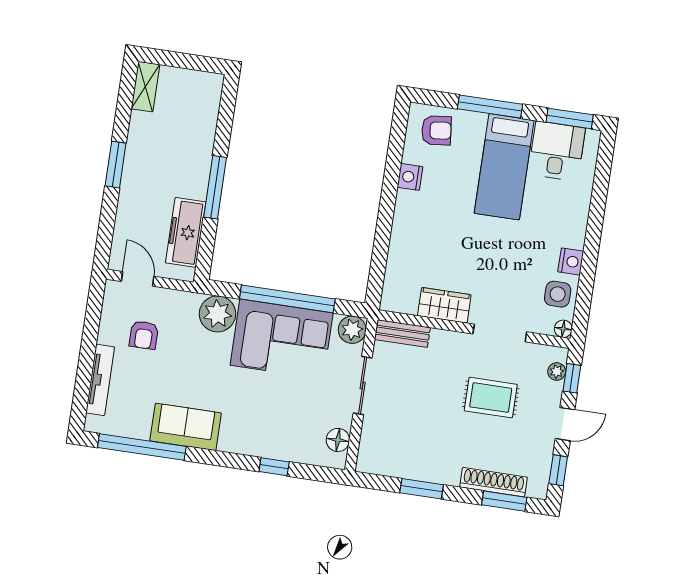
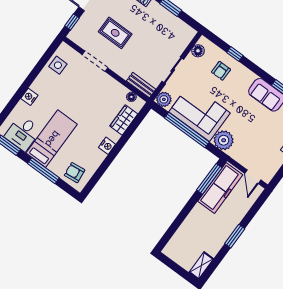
nightstand: (410, 177) -> (107, 146), moved
window: (215, 187) -> (209, 179), moved
freezer: (186, 232) -> (220, 188), width x1.36, depth x1.26
nightstand: (571, 261) -> (29, 97), moved
wardrobe: (444, 305) -> (124, 120), moved, turned 90
floor lamp: (563, 329) -> (131, 97), moved
armchair: (144, 335) -> (221, 71), moved, turned 180
plant: (557, 372) -> (78, 29), removed

